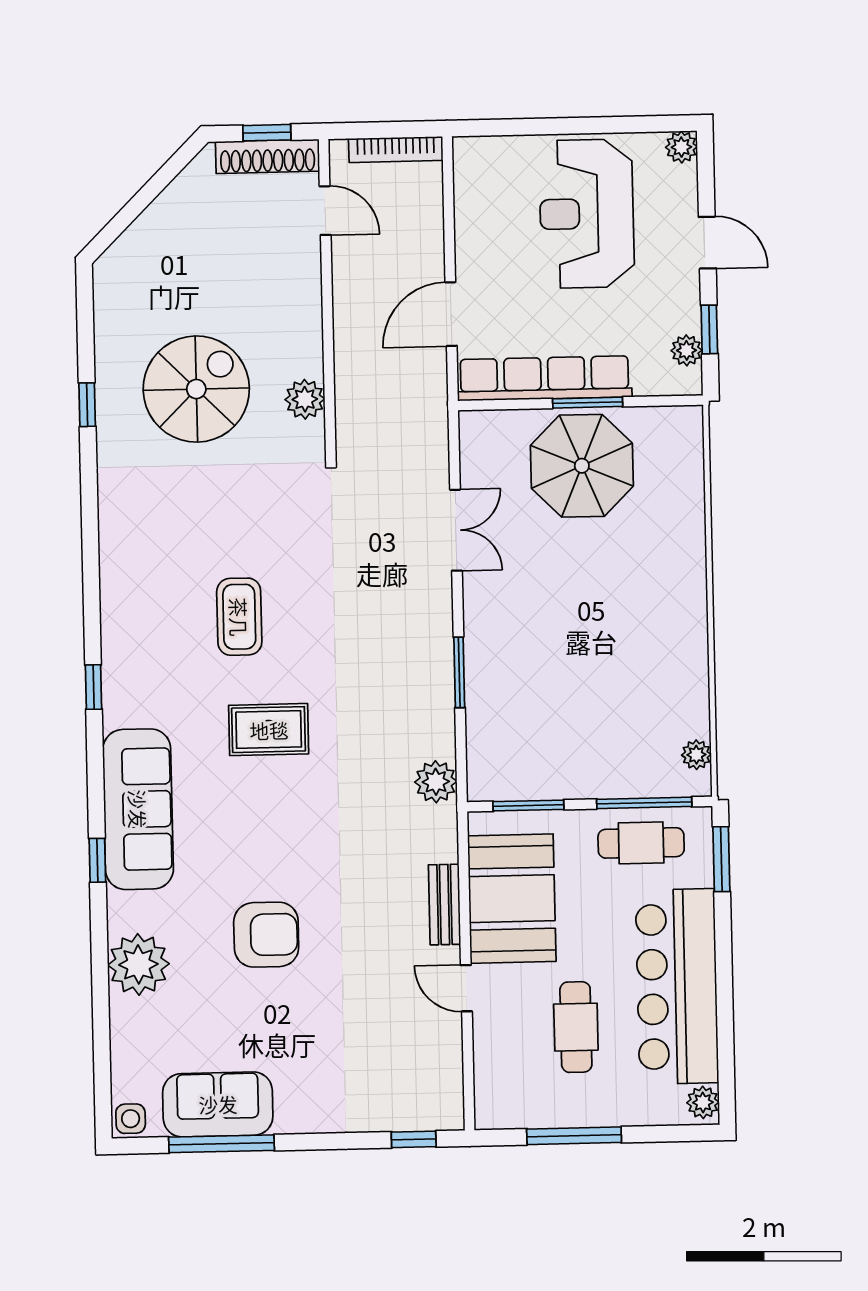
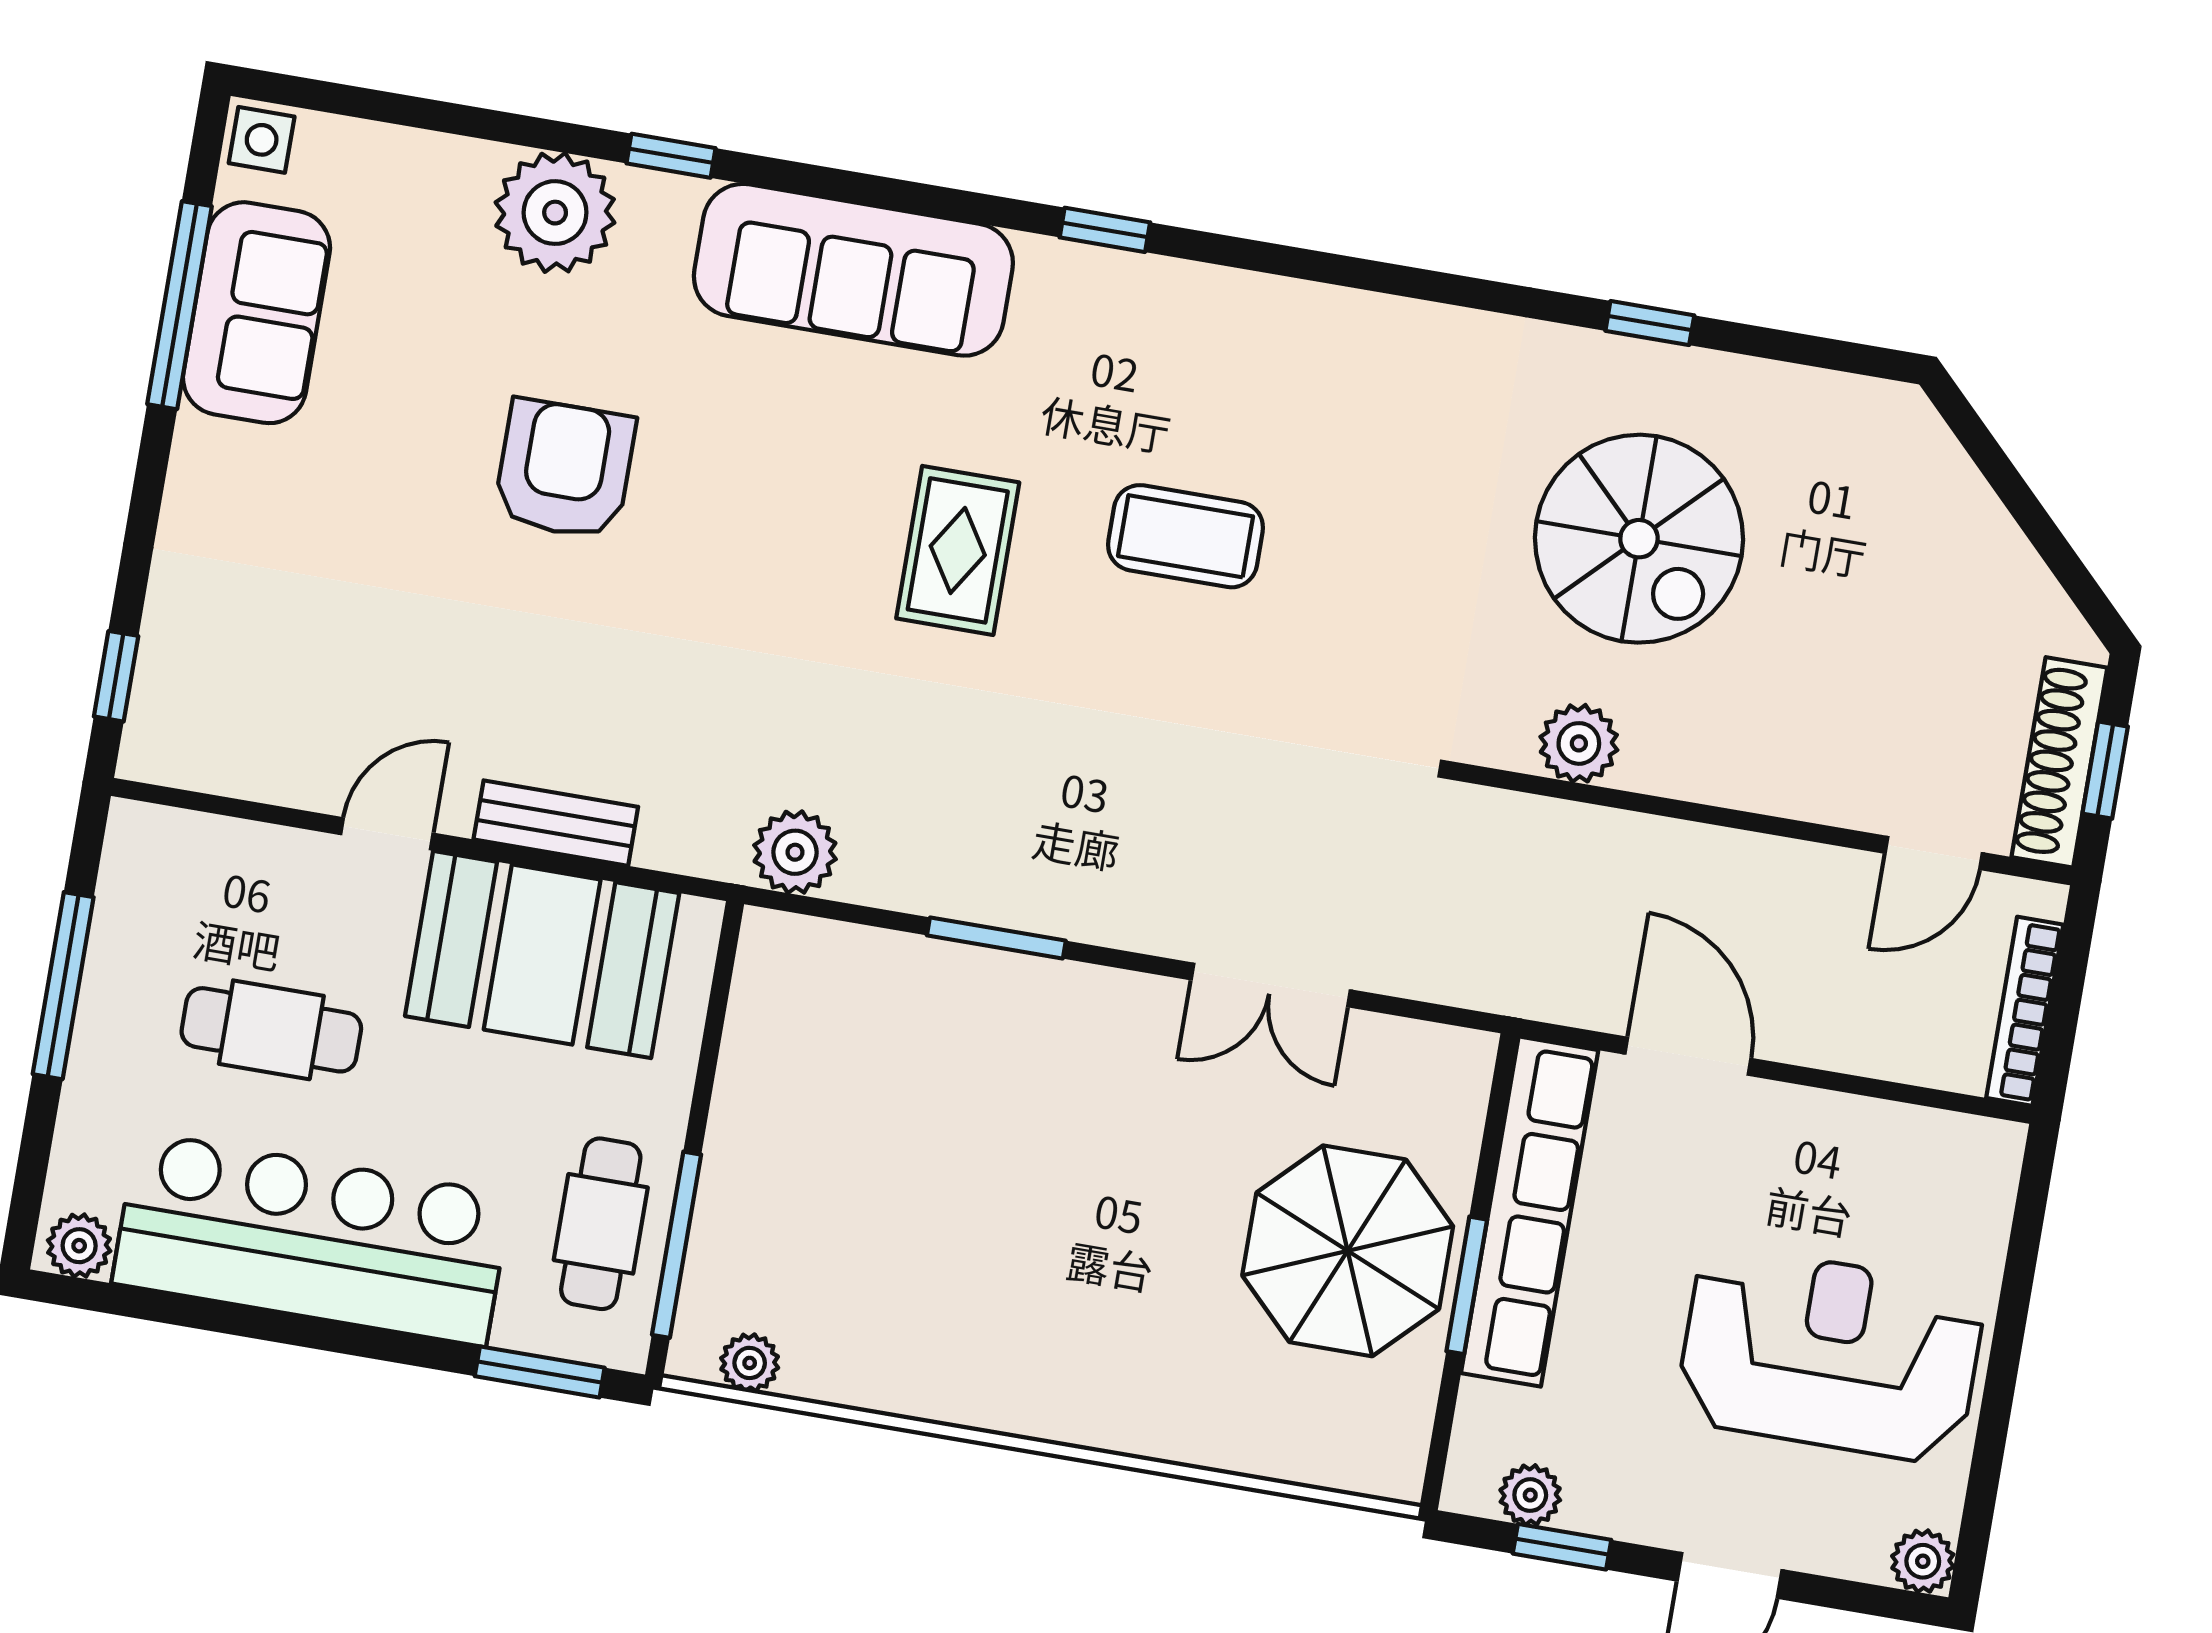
window: (528, 806) -> (715, 1021), removed
window: (97, 860) -> (671, 156), moved
armchair: (266, 935) -> (565, 469), turned 180

